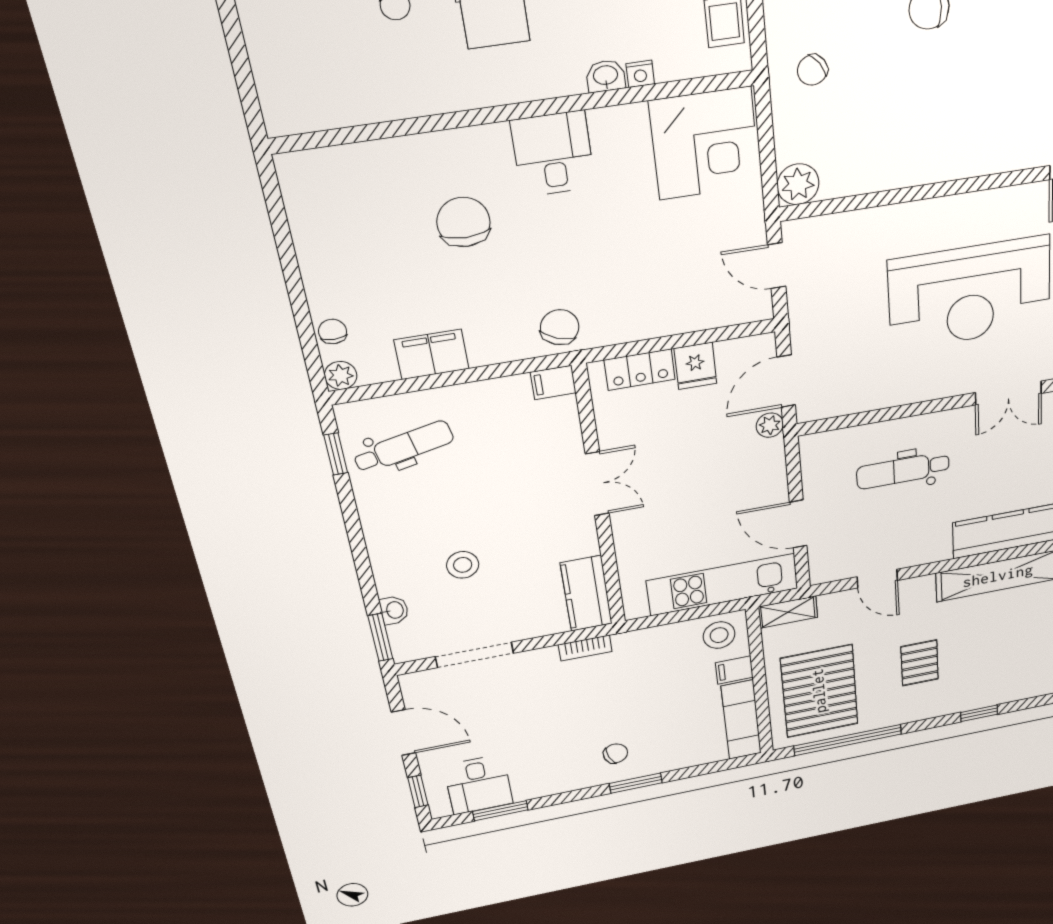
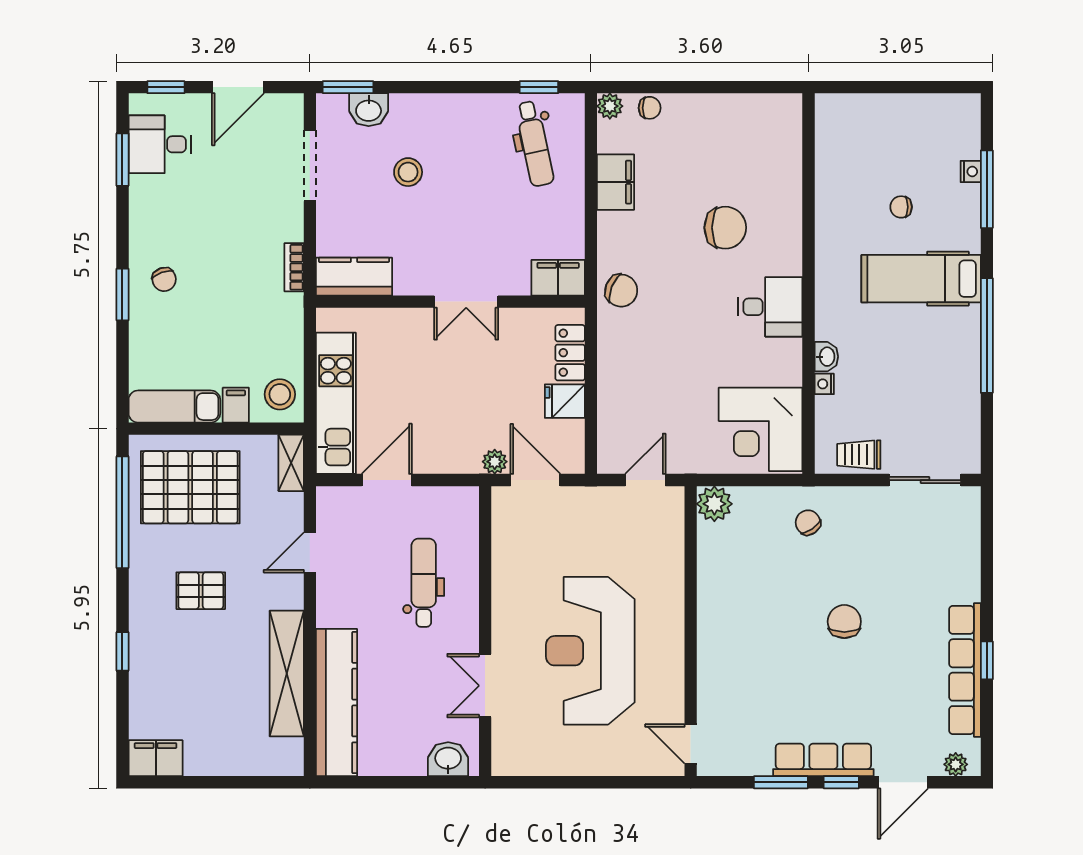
filing cabinet: (553, 383) -> (558, 278), width x2.00
washbasin: (394, 610) -> (369, 110), width x1.38, depth x1.45

